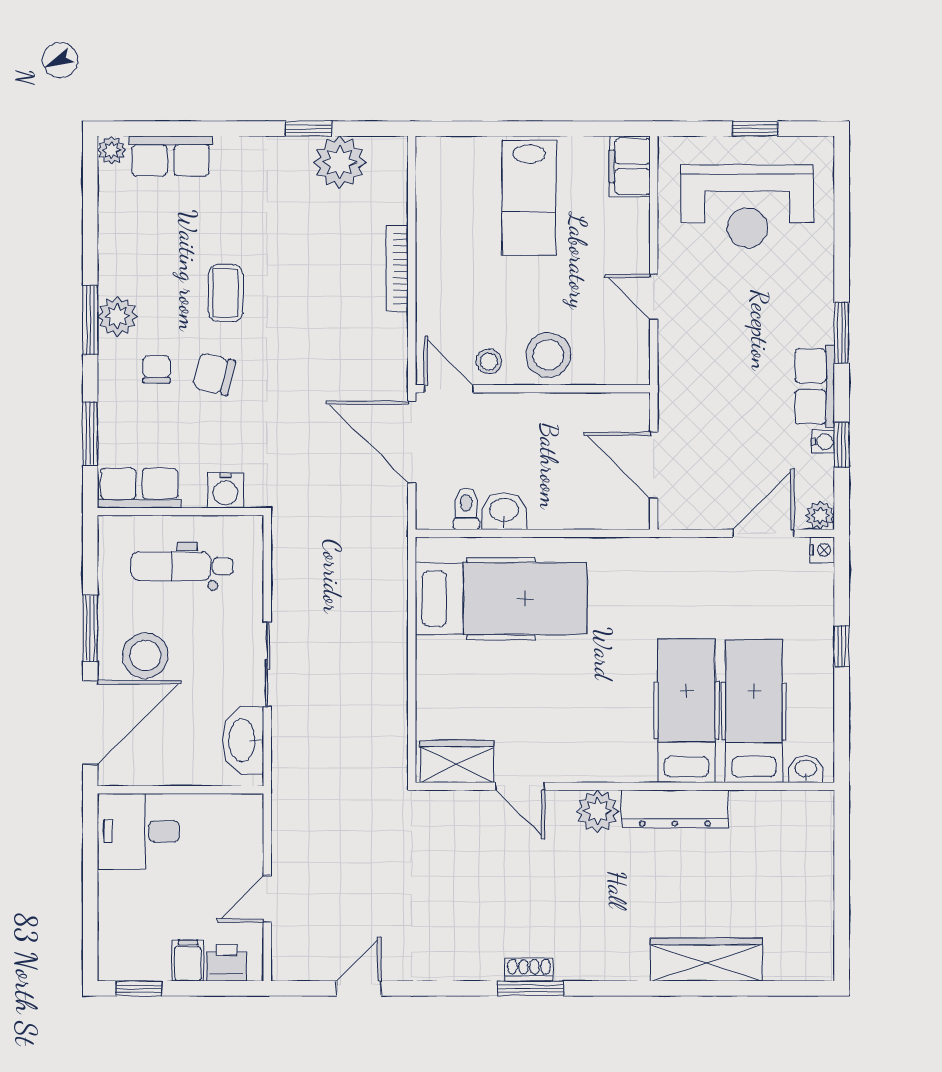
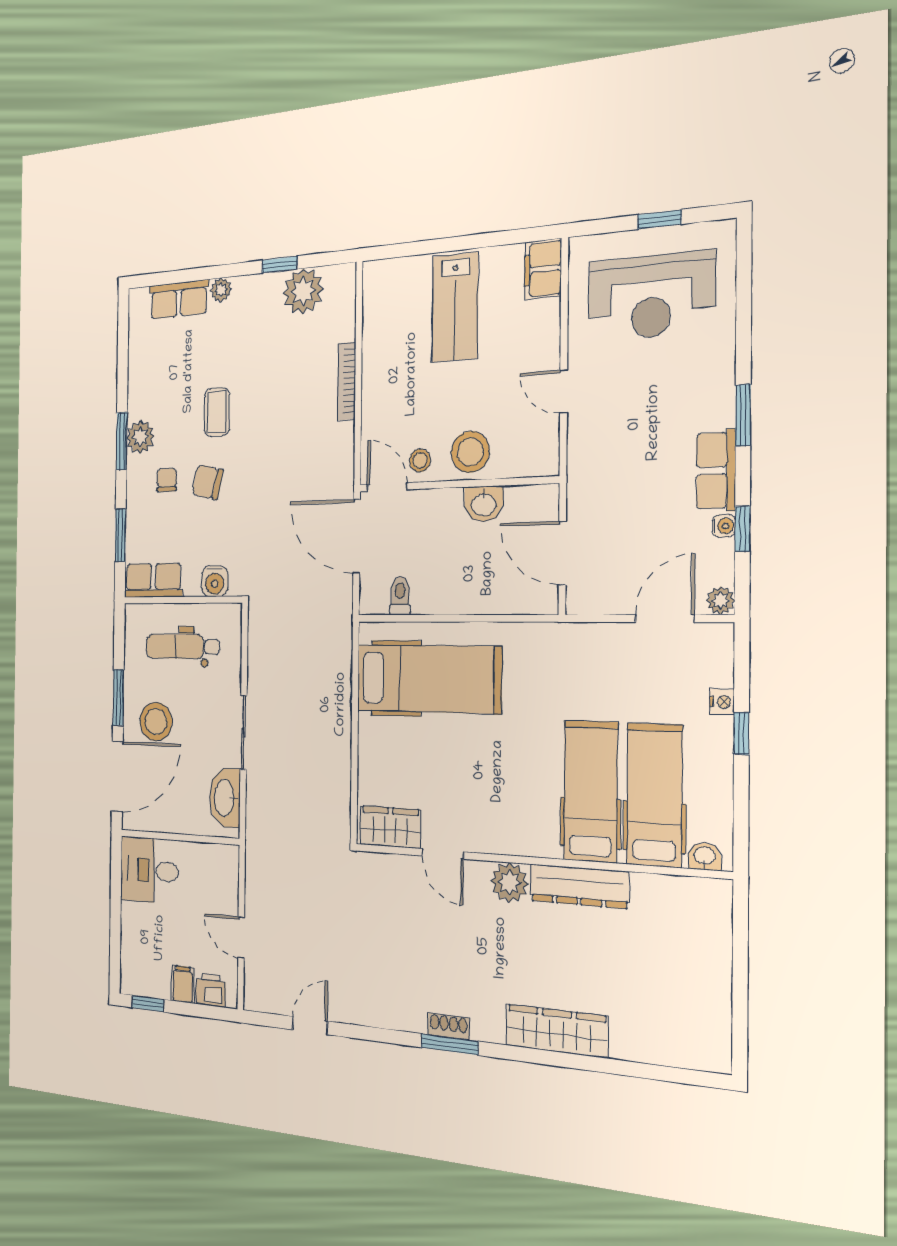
plant: (112, 150) -> (221, 290), moved
washbasin: (504, 511) -> (484, 504), moved, turned 180
nightstand: (822, 550) -> (722, 702), moved
door: (267, 899) -> (241, 938), hinge flipped
wardrobe: (706, 960) -> (557, 1031), moved

